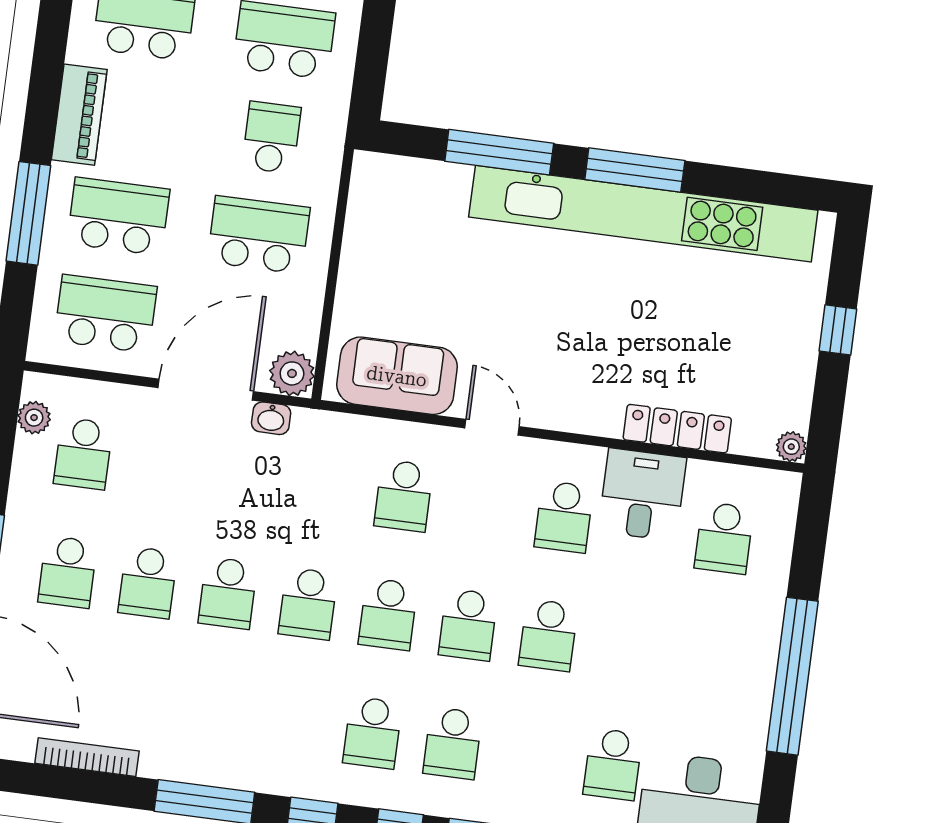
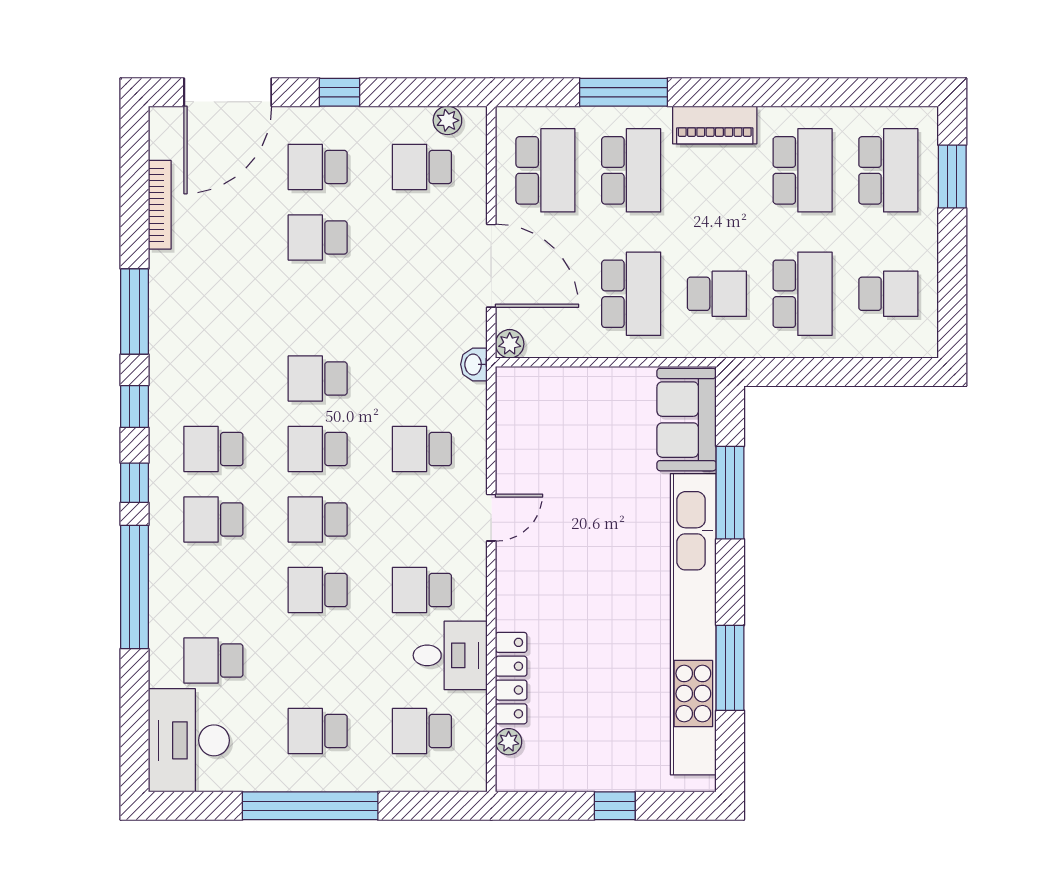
window: (635, 170) -> (730, 668), moved
plant: (292, 373) -> (510, 344), width x0.73, depth x0.73
sofa: (397, 376) -> (687, 420), moved, turned 180
washbasin: (271, 418) -> (474, 364), moved
plant: (791, 447) -> (509, 742), moved
school desk: (228, 593) -> (318, 731), moved

